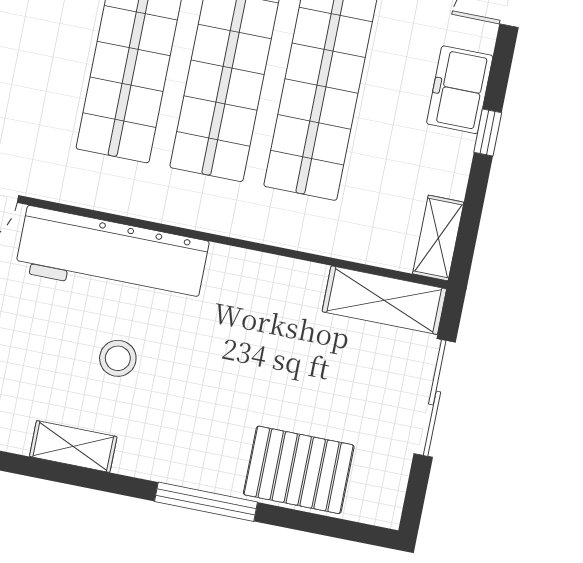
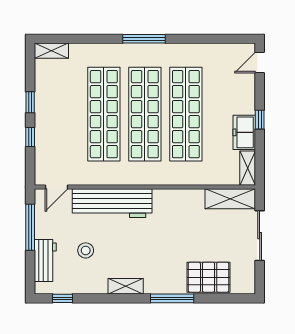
freezer: (460, 90) -> (244, 132), moved
stool: (118, 358) -> (86, 250), moved
shelving: (73, 446) -> (126, 286), moved

